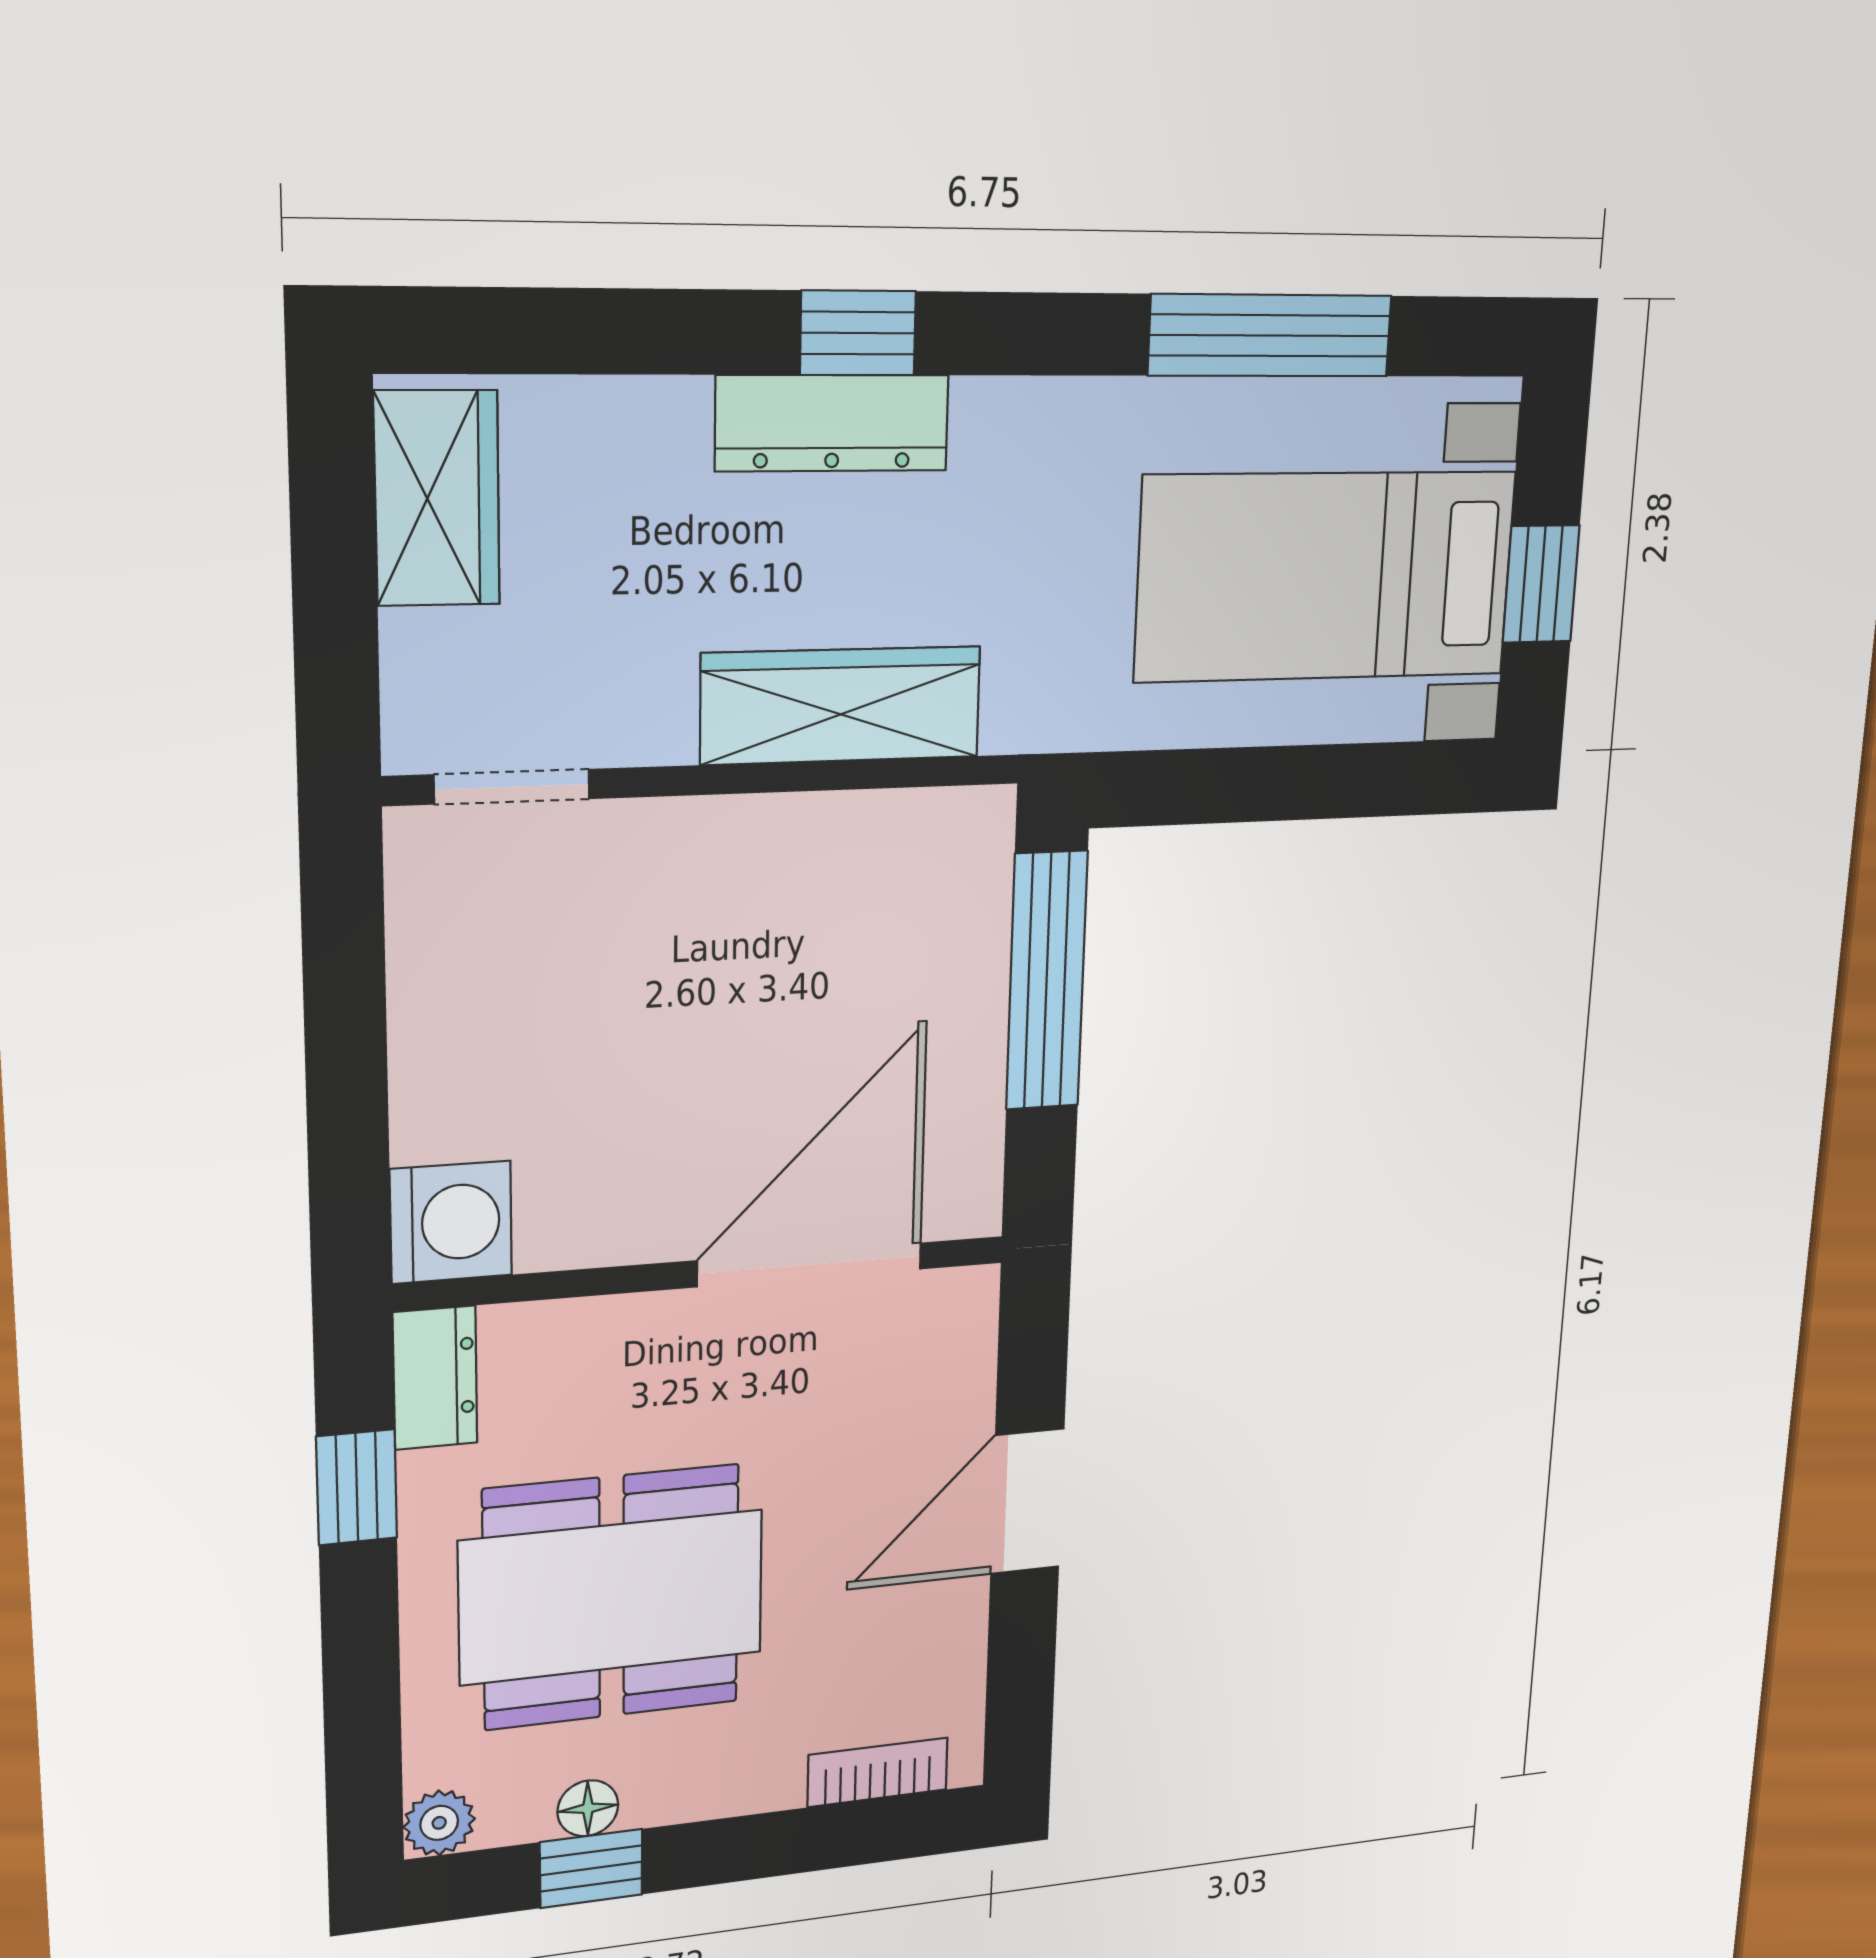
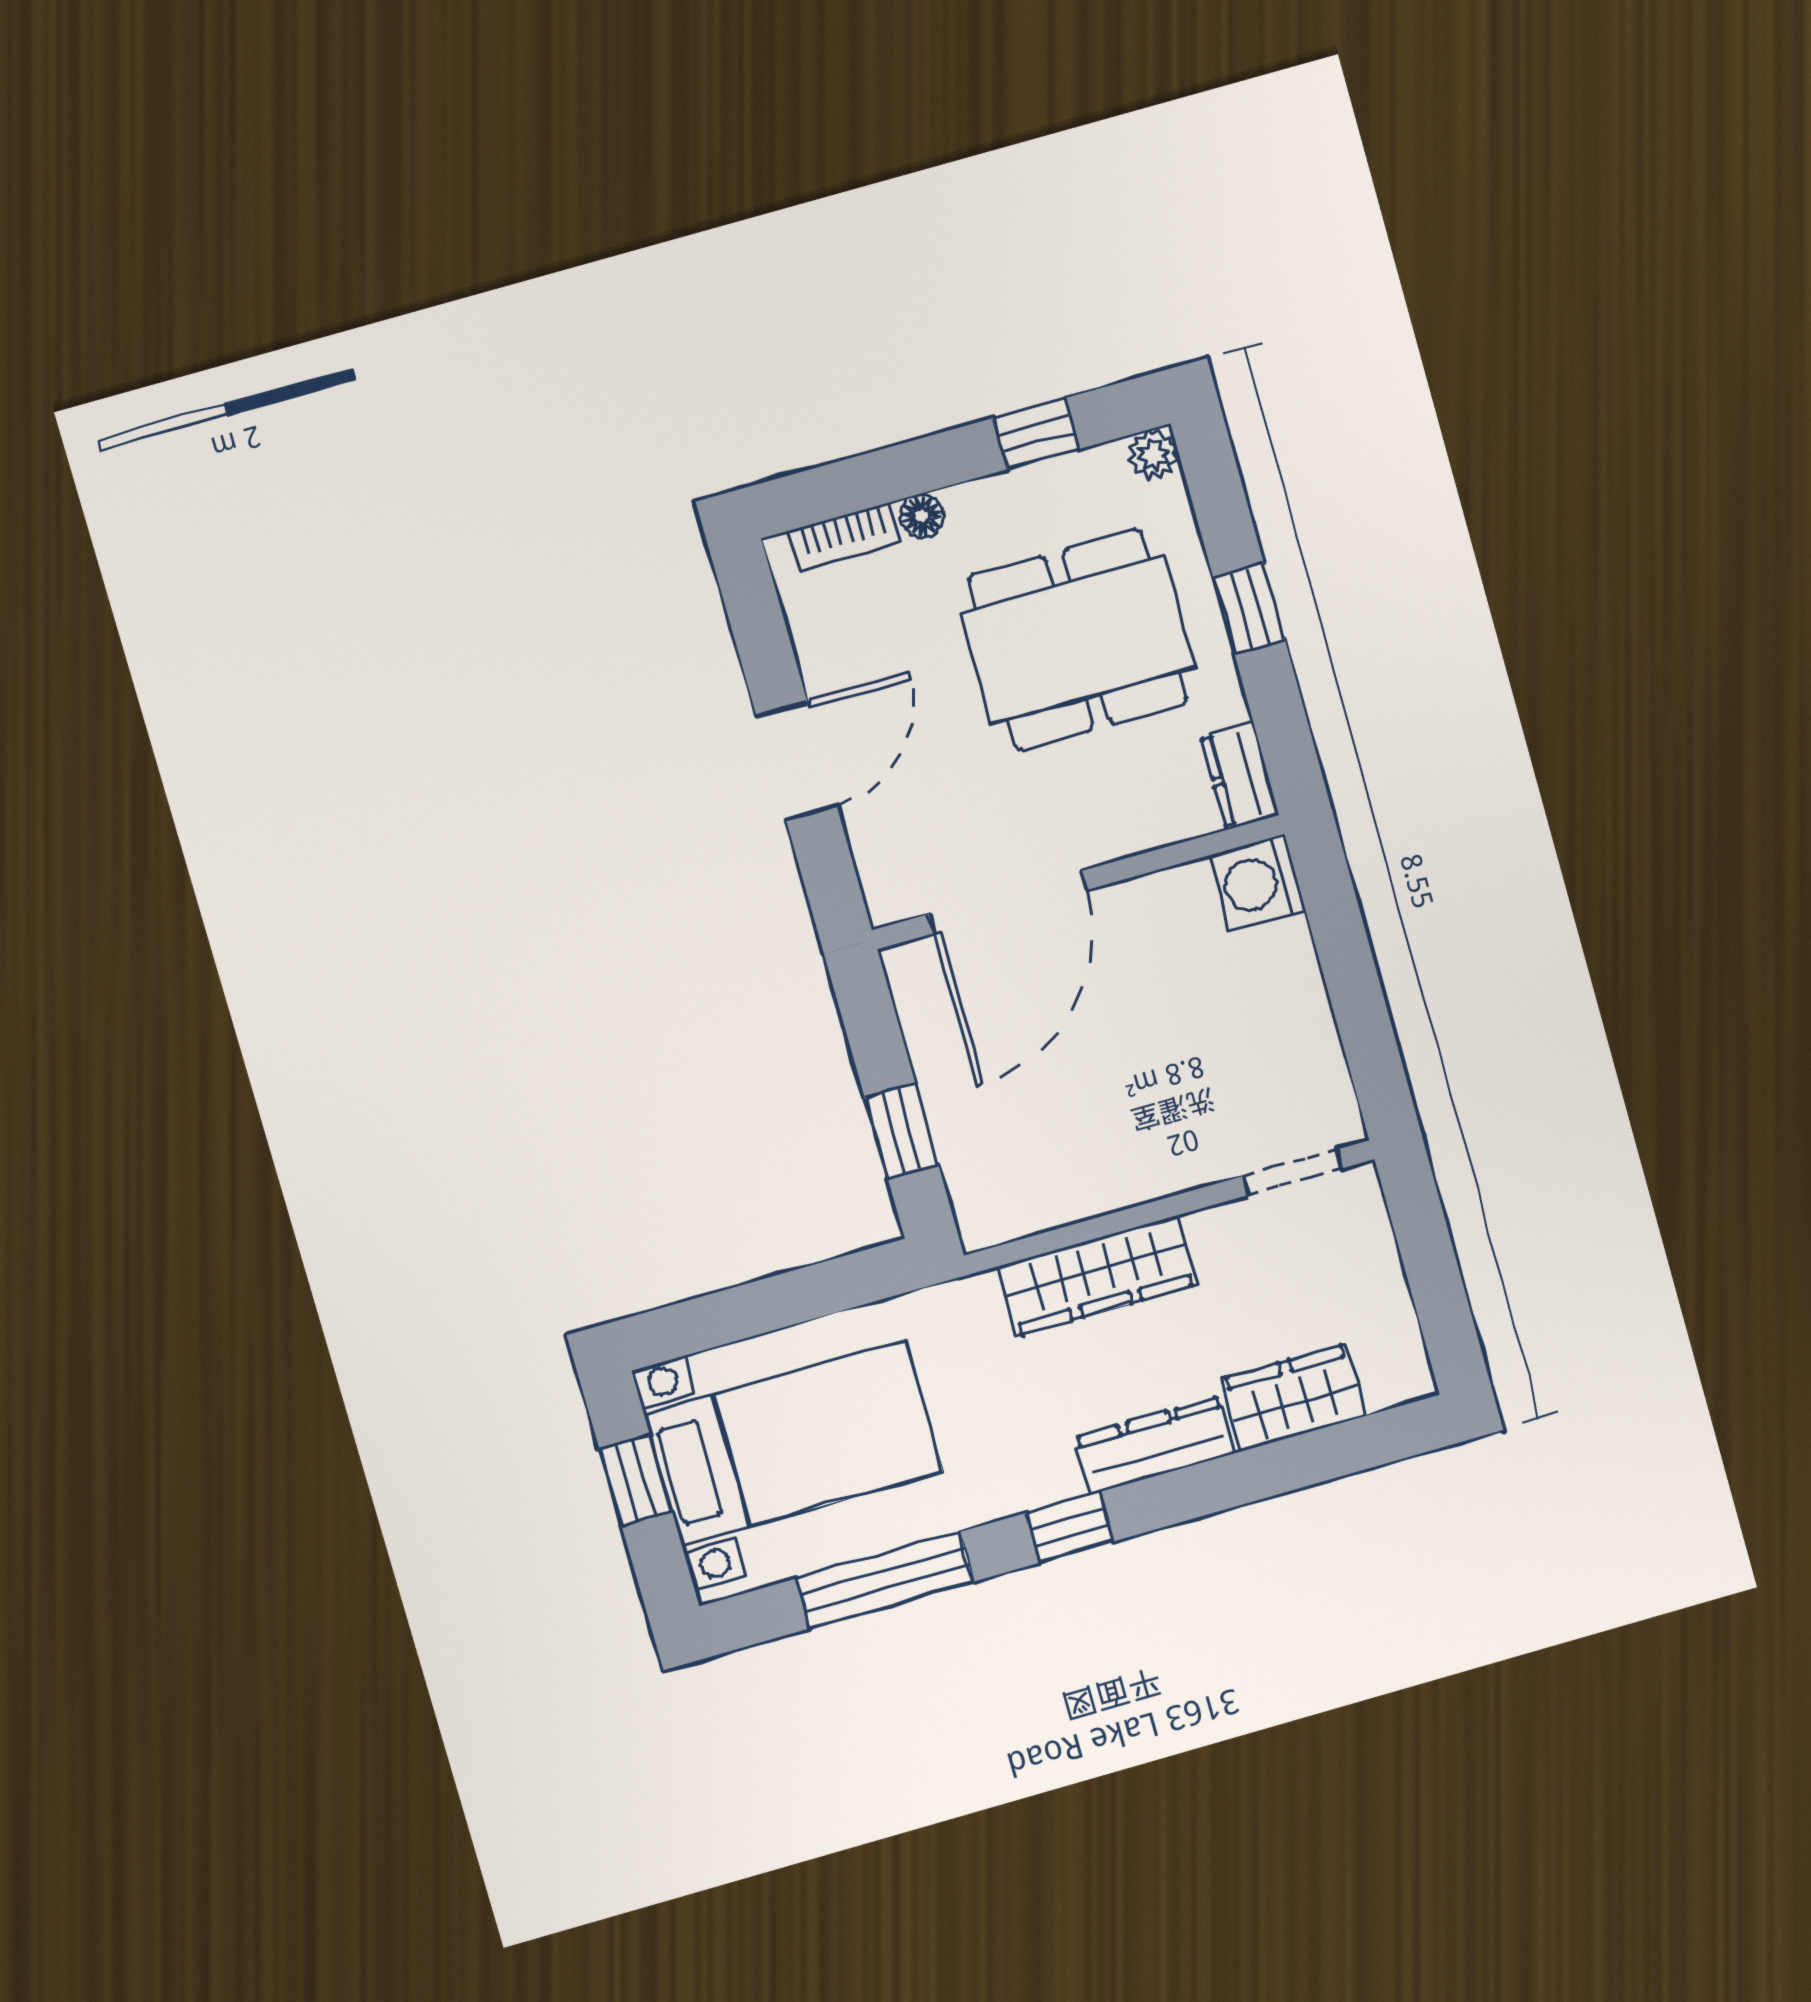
window: (858, 333) -> (1070, 1527), moved
wardrobe: (437, 498) -> (1293, 1398), moved, turned 90
window: (1047, 981) -> (902, 1131), width x0.46
window: (357, 1487) -> (1249, 609), moved
floor lamp: (588, 1808) -> (922, 516), moved

